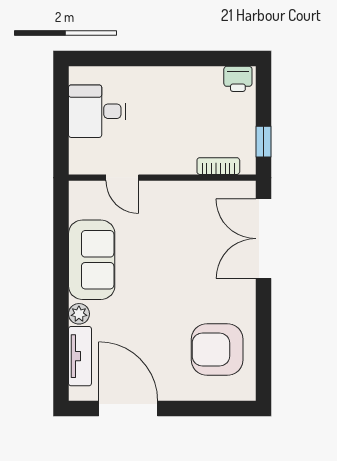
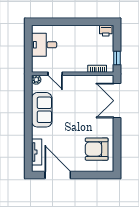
plant: (79, 314) -> (36, 80), moved

